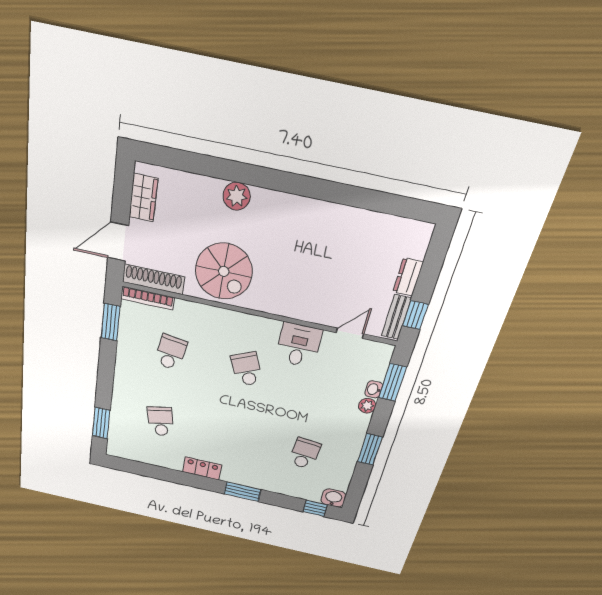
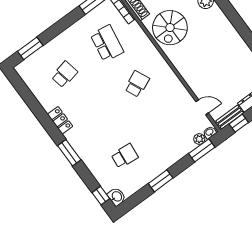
desk: (299, 345) -> (173, 93), removed
school desk: (171, 352) -> (107, 43), width x1.85
washbasin: (374, 389) -> (210, 132), moved
plant: (367, 406) -> (199, 139), moved

